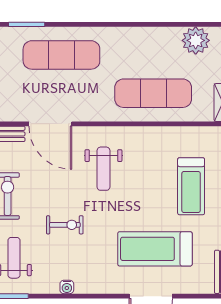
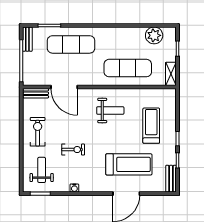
weight bench: (103, 169) -> (110, 110), moved, turned -90
treadmill: (191, 186) -> (151, 126), turned 180
treadmill: (155, 249) -> (129, 164), turned 180

